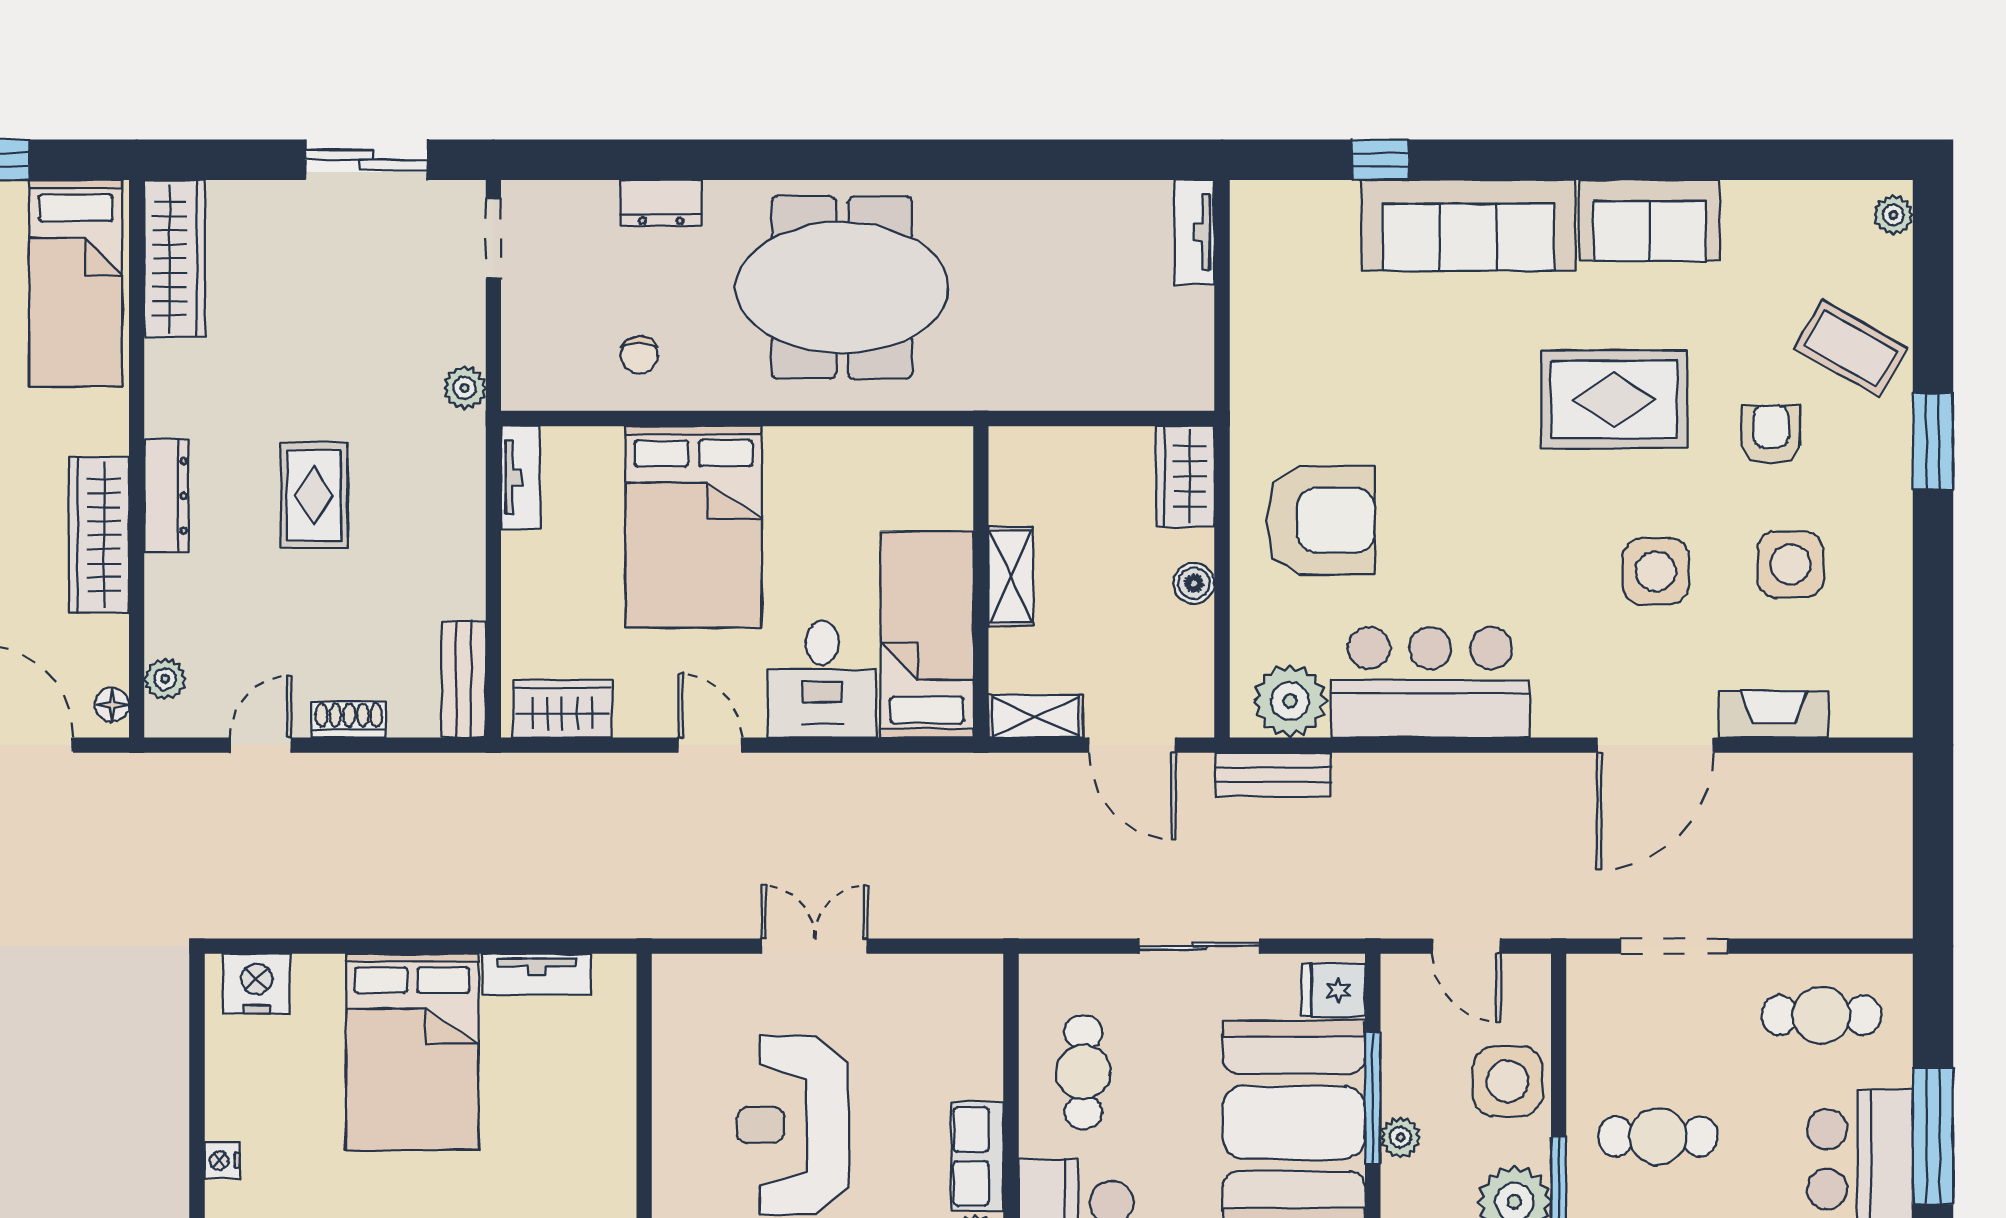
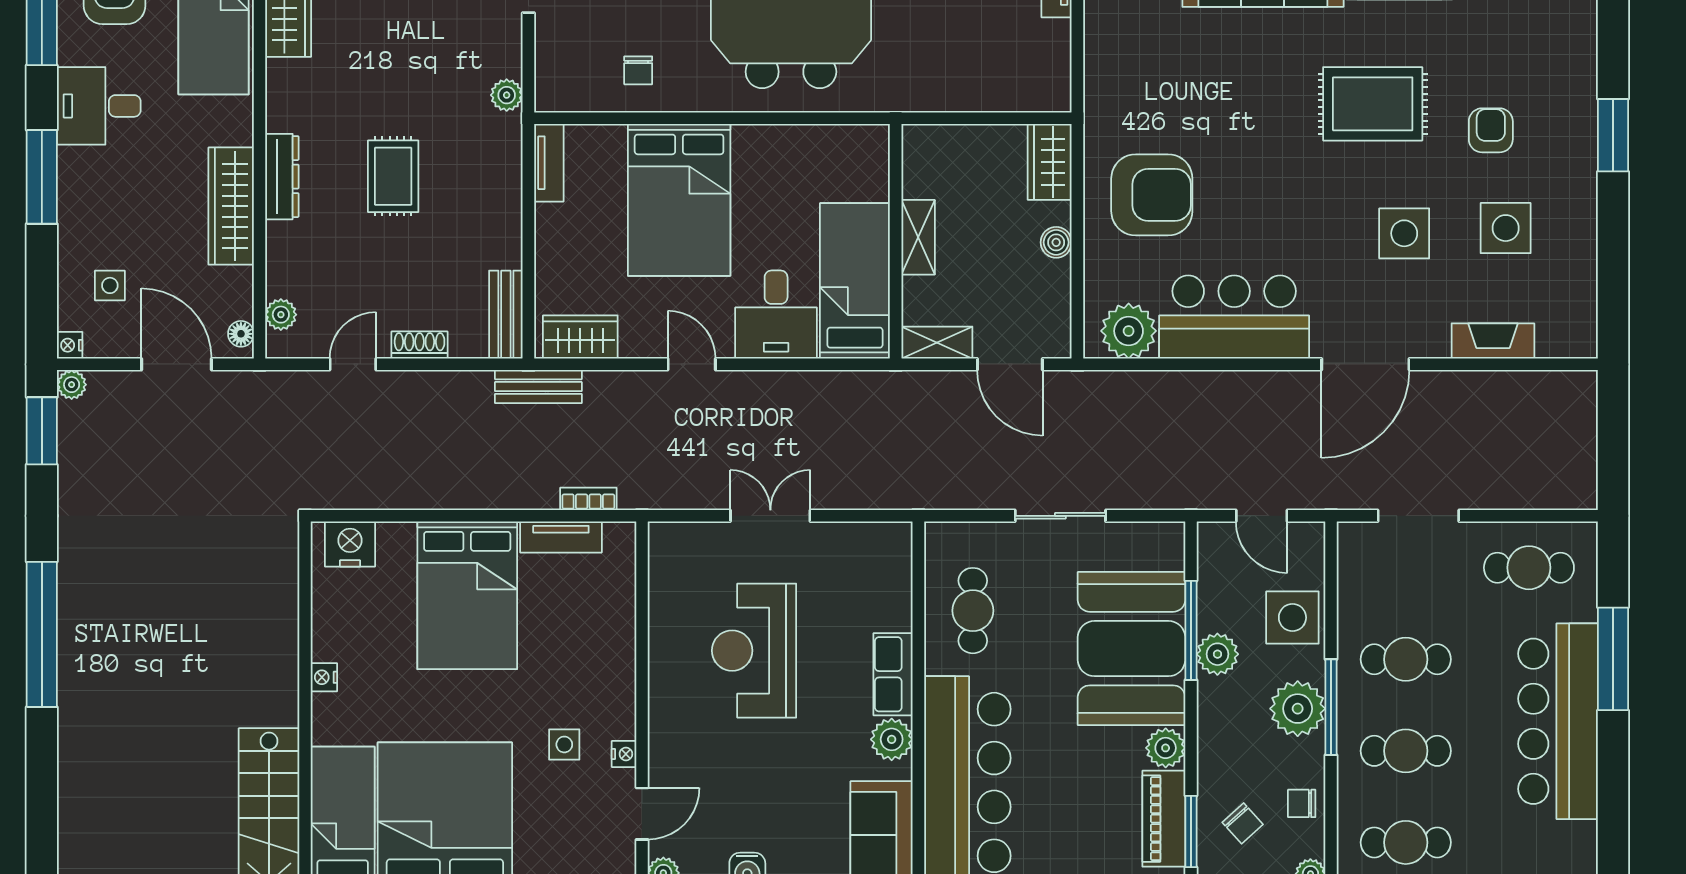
coffee table: (1851, 348) -> (1551, 65), removed
door: (1655, 745) -> (1365, 364), moved
bench: (1274, 775) -> (538, 387), moved
bookcase: (573, 924) -> (588, 499), added
fridge: (1333, 990) -> (1161, 549), removed
plant: (1400, 1137) -> (1217, 654), width x1.38, depth x1.38

